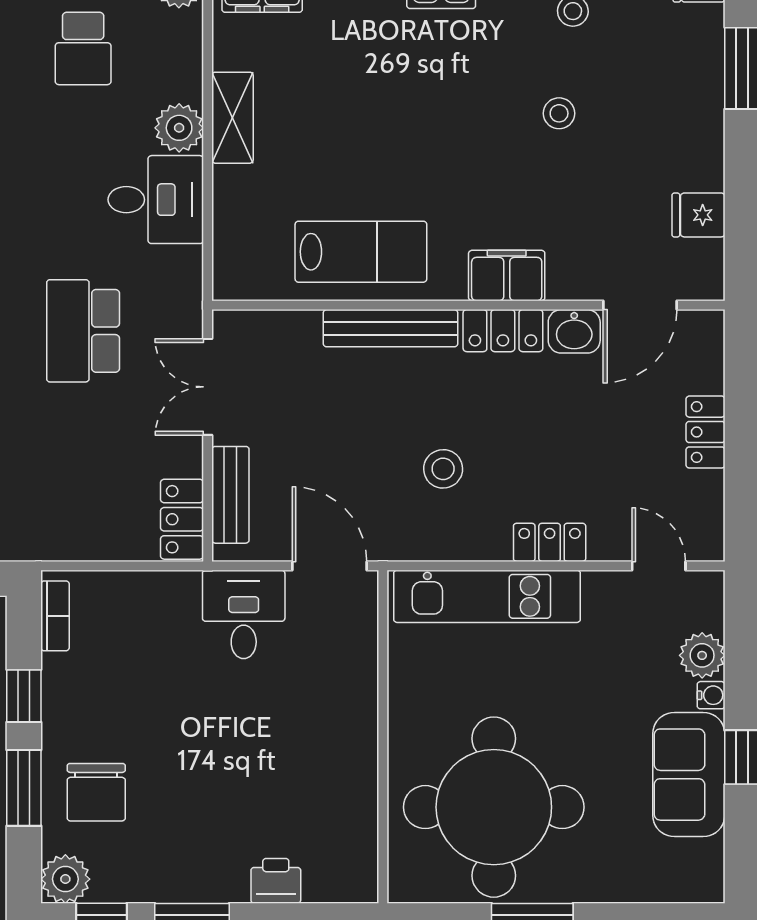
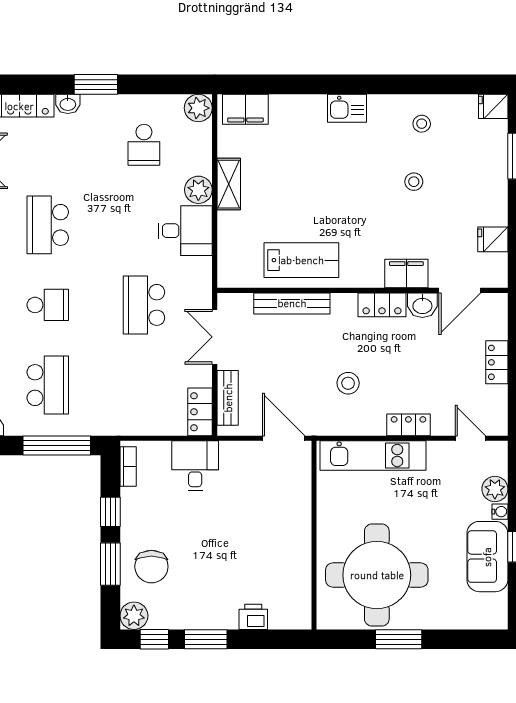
filing cabinet: (507, 275) -> (406, 274), moved
bench: (390, 328) -> (292, 303), moved
desk: (244, 614) -> (195, 466), moved

